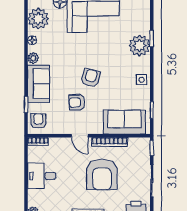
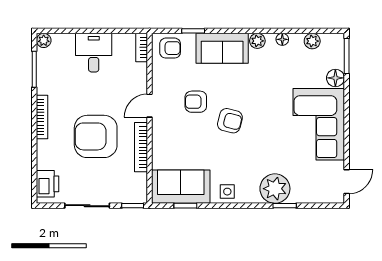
plant: (38, 19) -> (312, 41), width x0.53, depth x0.53
armchair: (77, 102) -> (196, 102), turned -88
sofa: (124, 122) -> (181, 187), moved, turned -90

